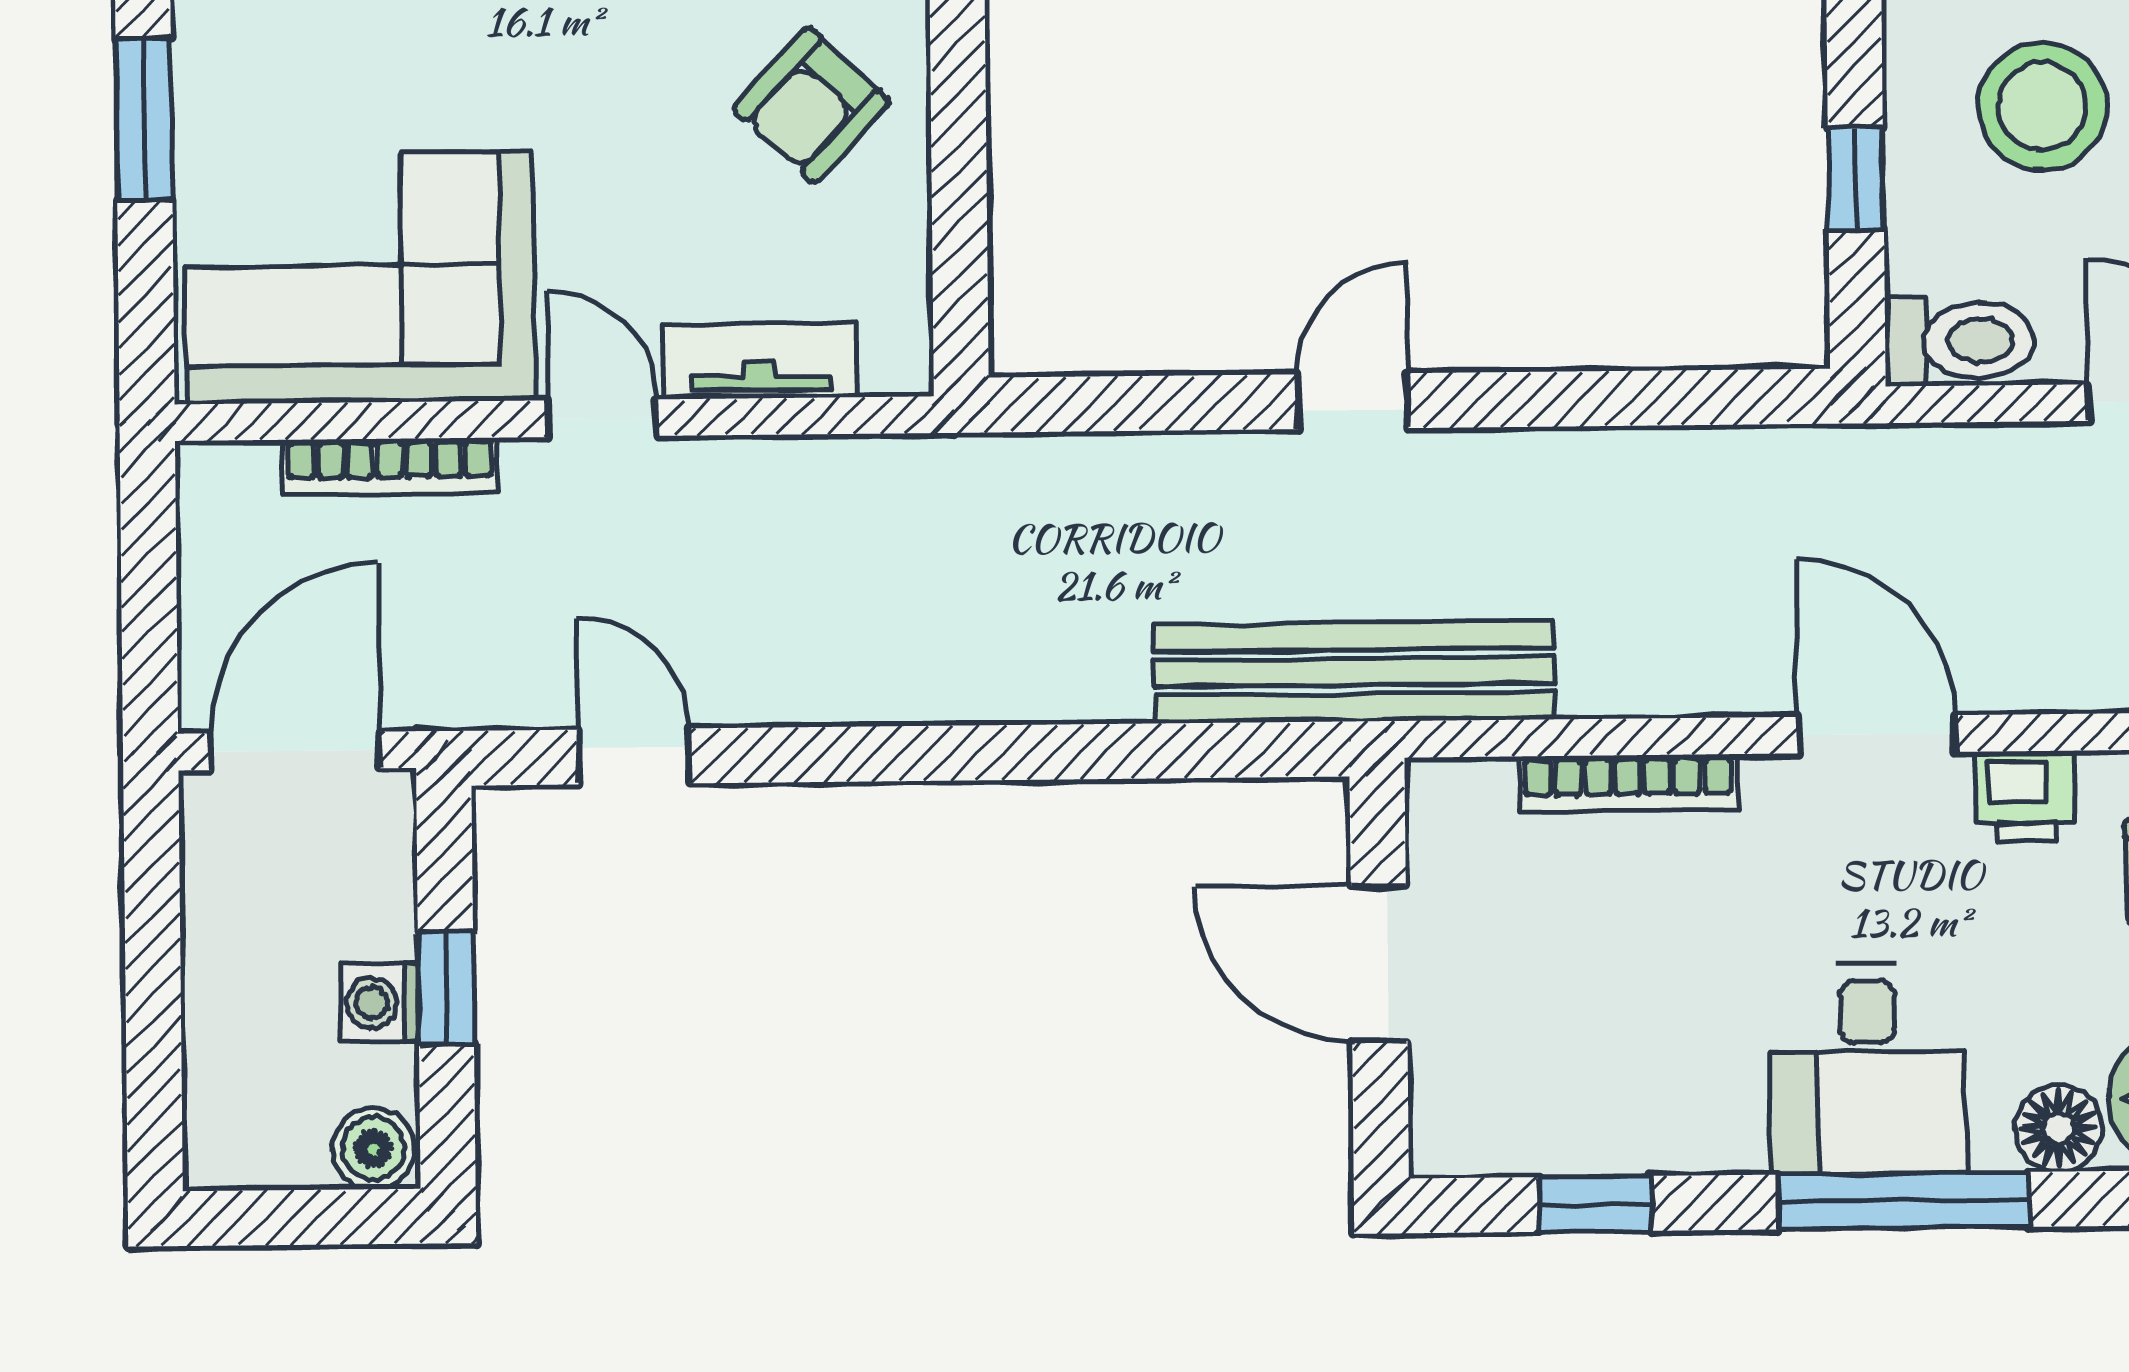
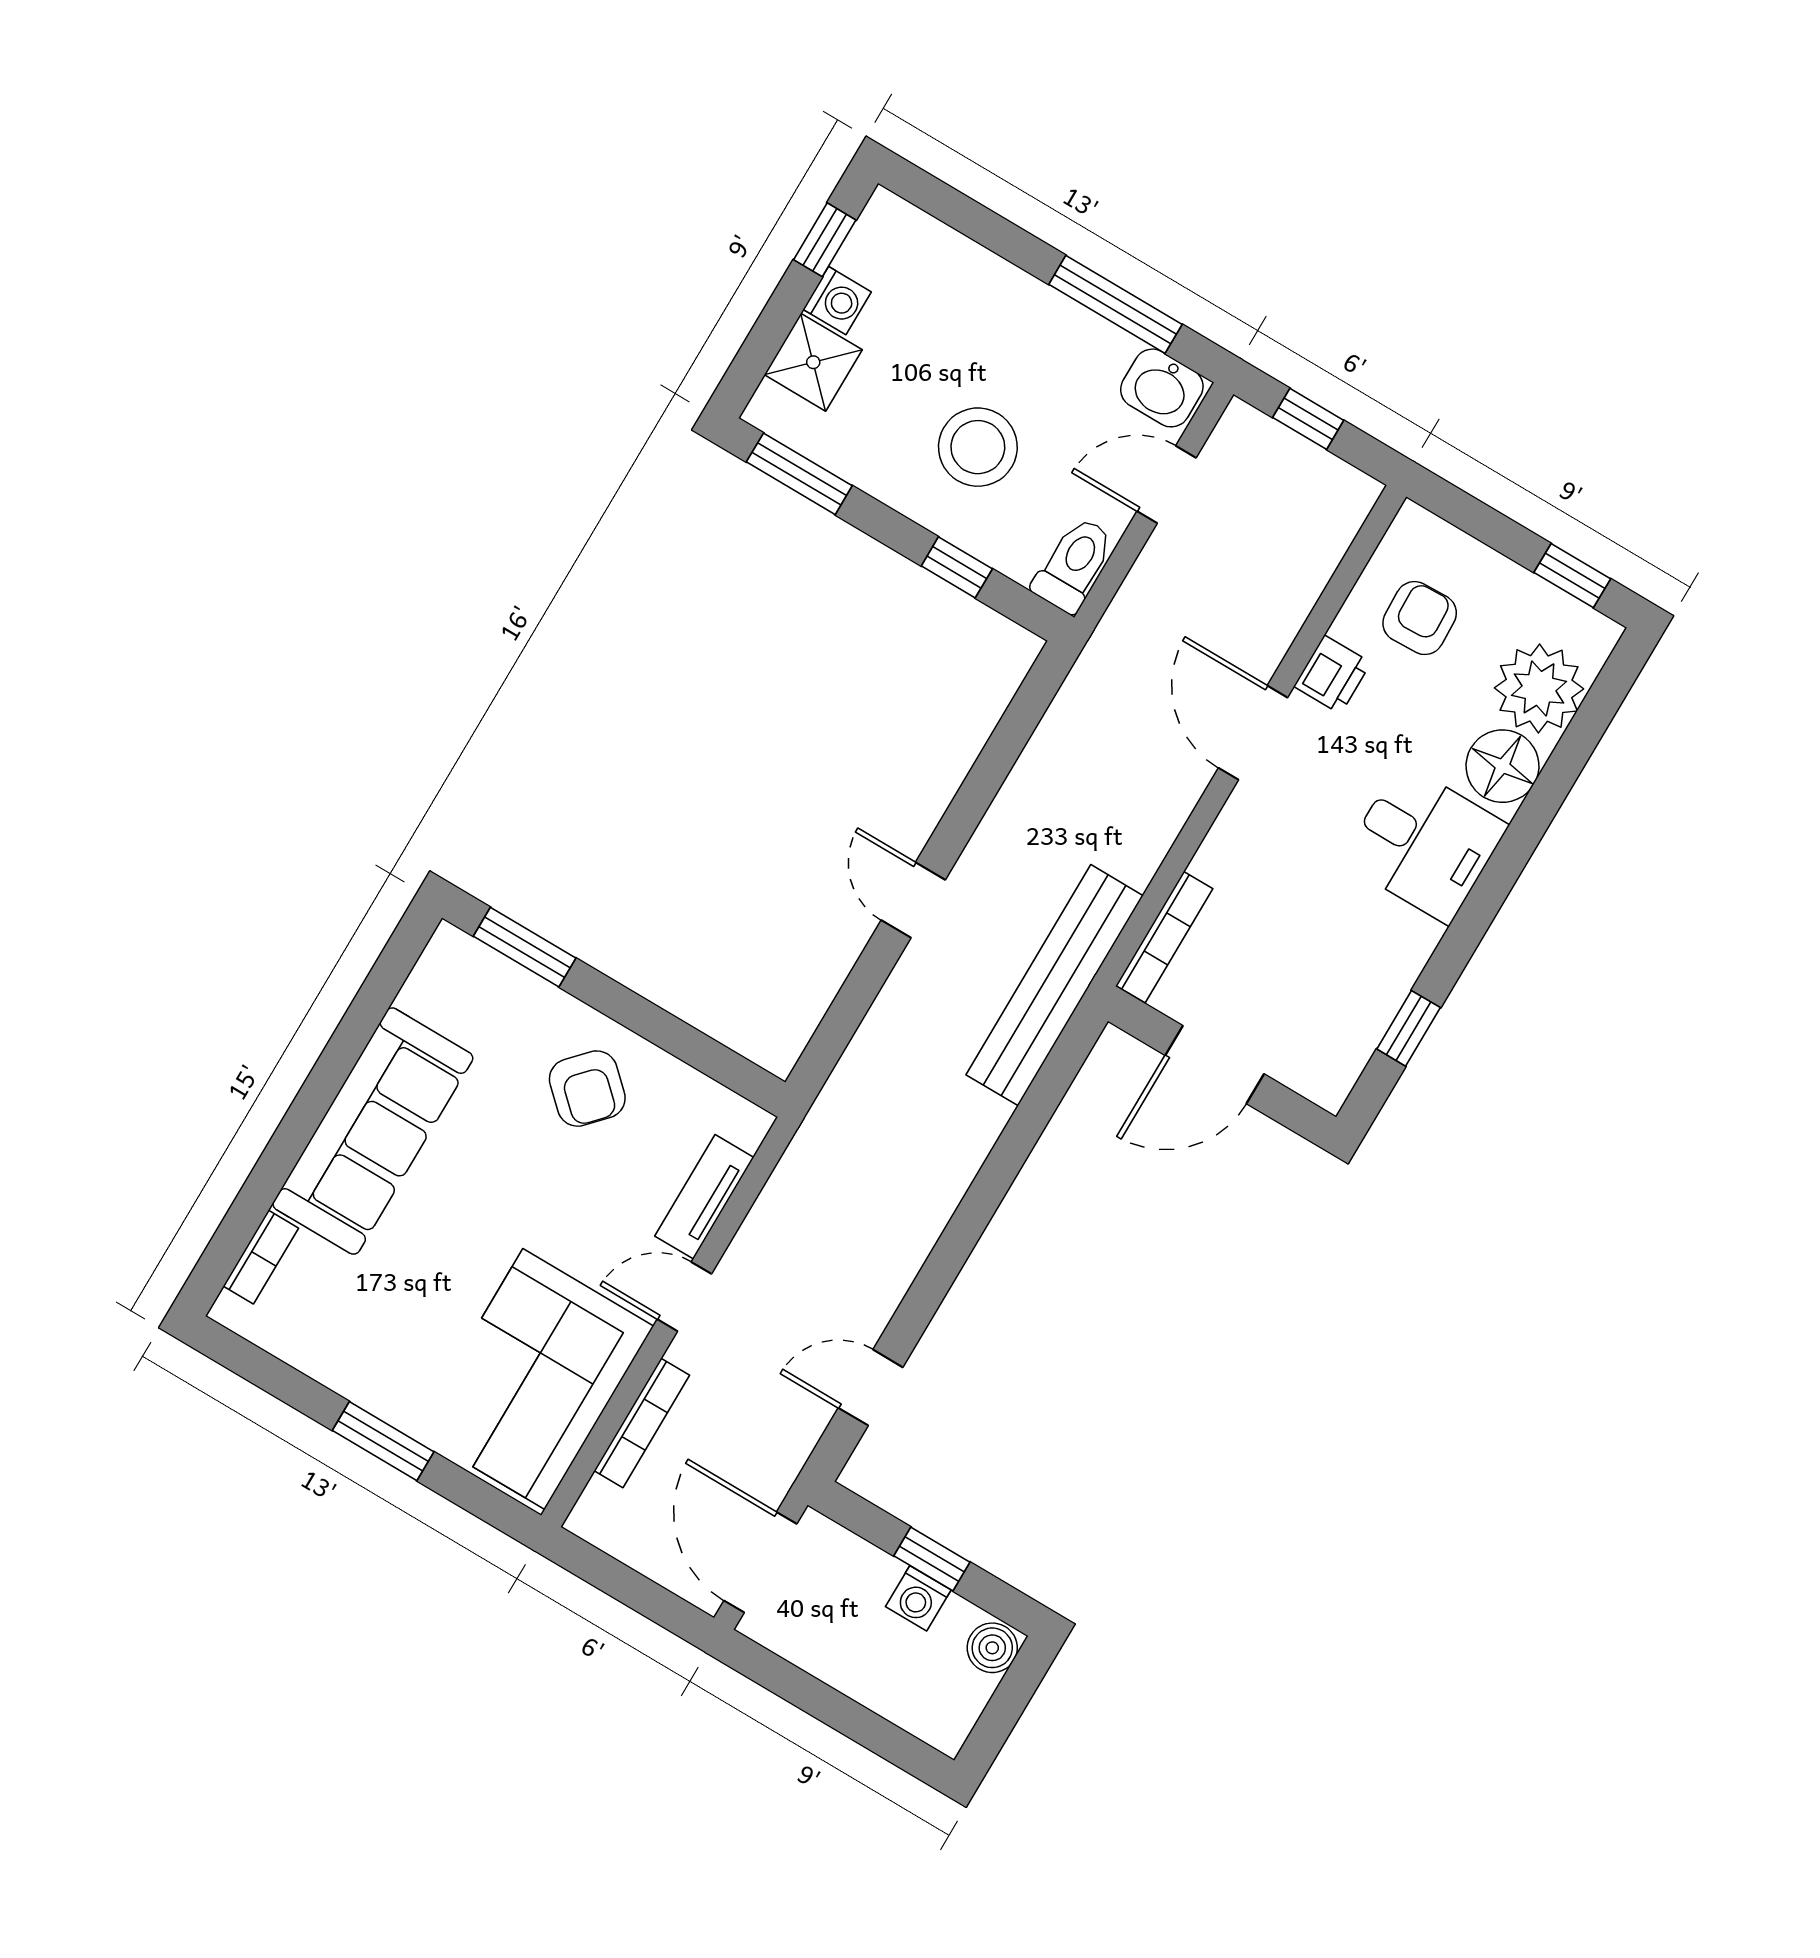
door: (1876, 734) -> (1253, 733), hinge flipped
bookcase: (1628, 783) -> (1164, 937), moved
floor lamp: (2059, 1128) -> (1502, 766), width x1.38, depth x1.38
window: (1904, 1201) -> (1505, 866), removed

